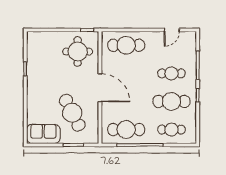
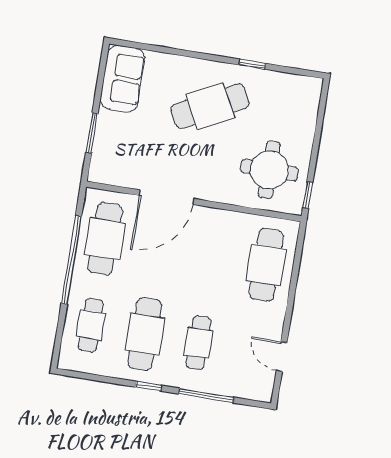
door: (100, 88) -> (167, 197), moved
cafe table: (72, 113) -> (210, 106), moved

